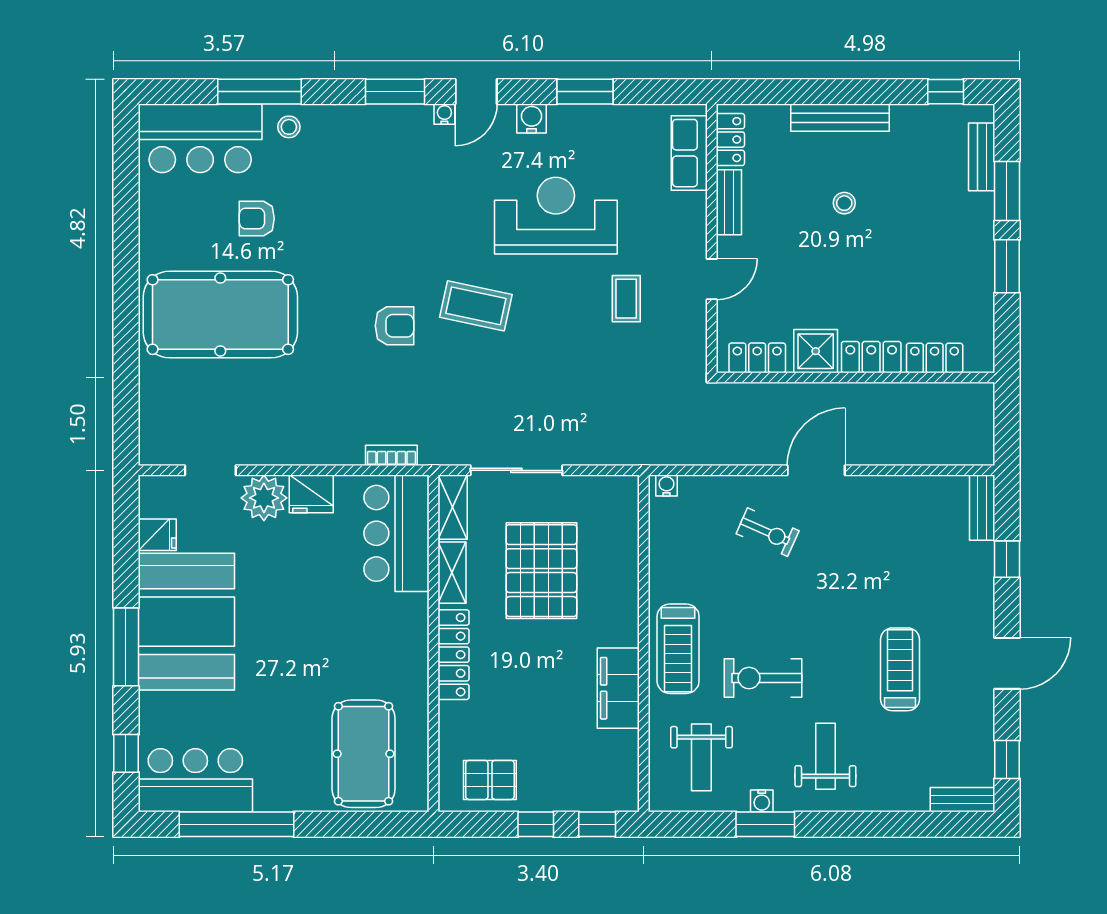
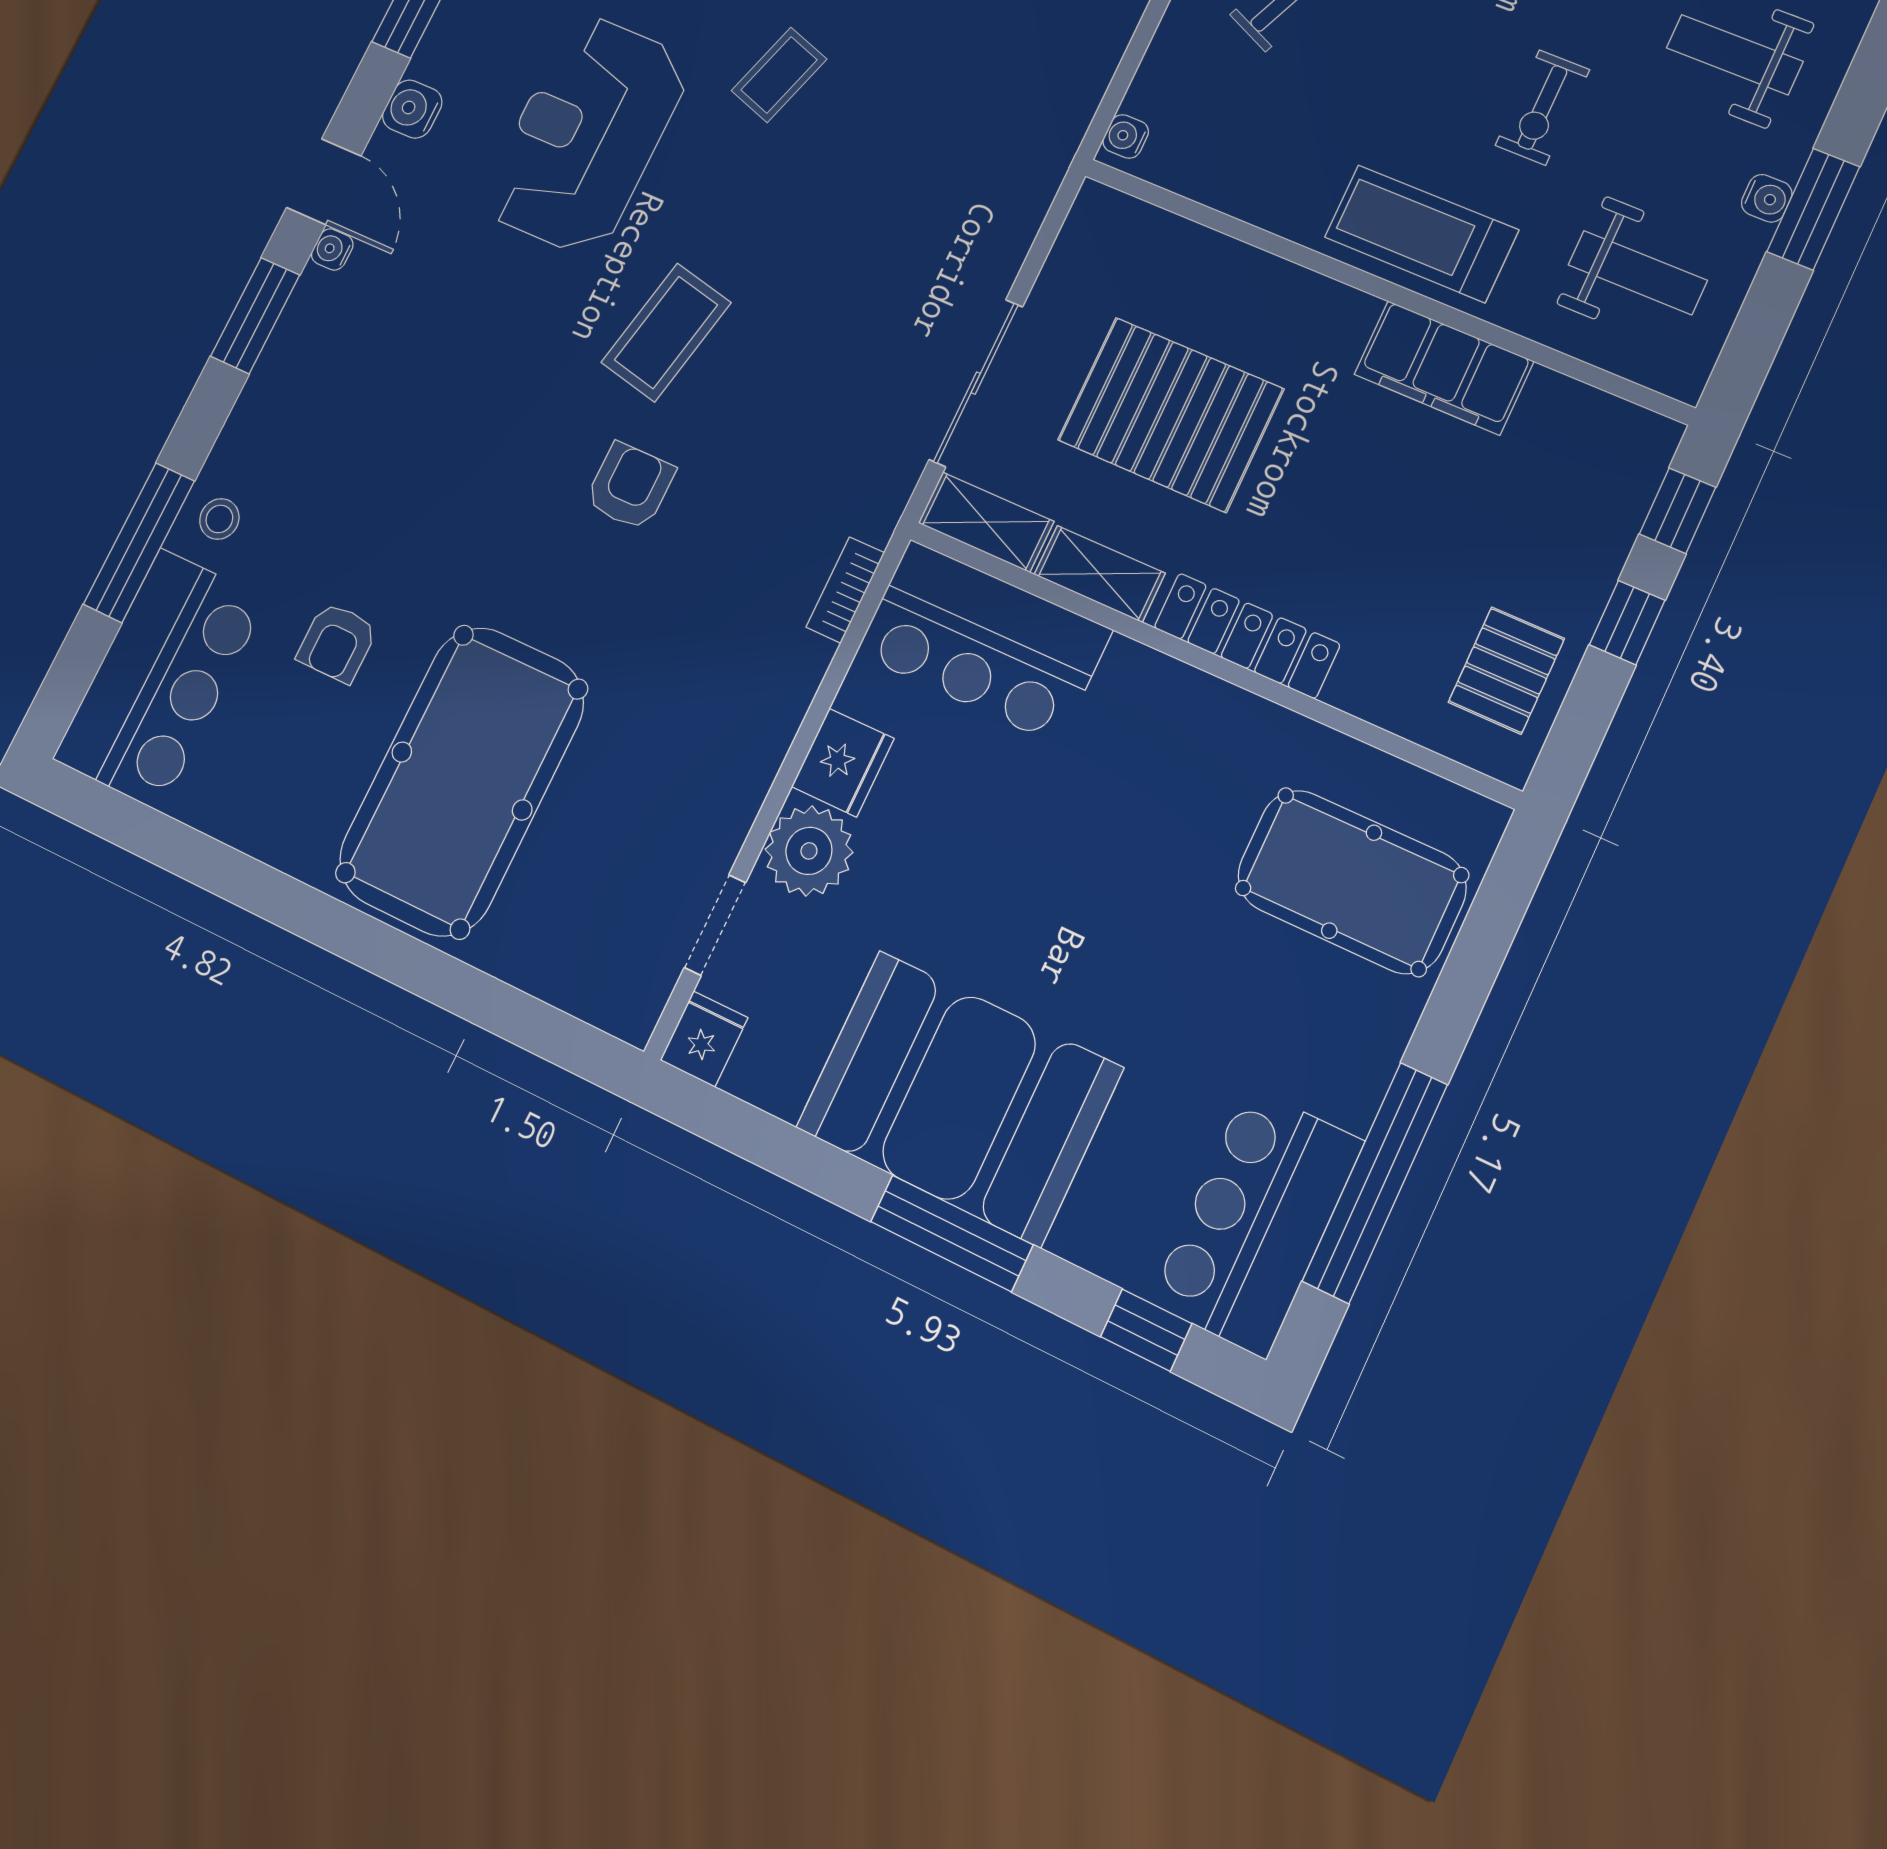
coffee table: (626, 299) -> (779, 75), turned -72
fridge: (157, 535) -> (704, 1039), moved
treadmill: (678, 649) -> (1421, 234), turned 180
exercise bike: (763, 678) -> (1542, 107), width x0.73, depth x0.72

